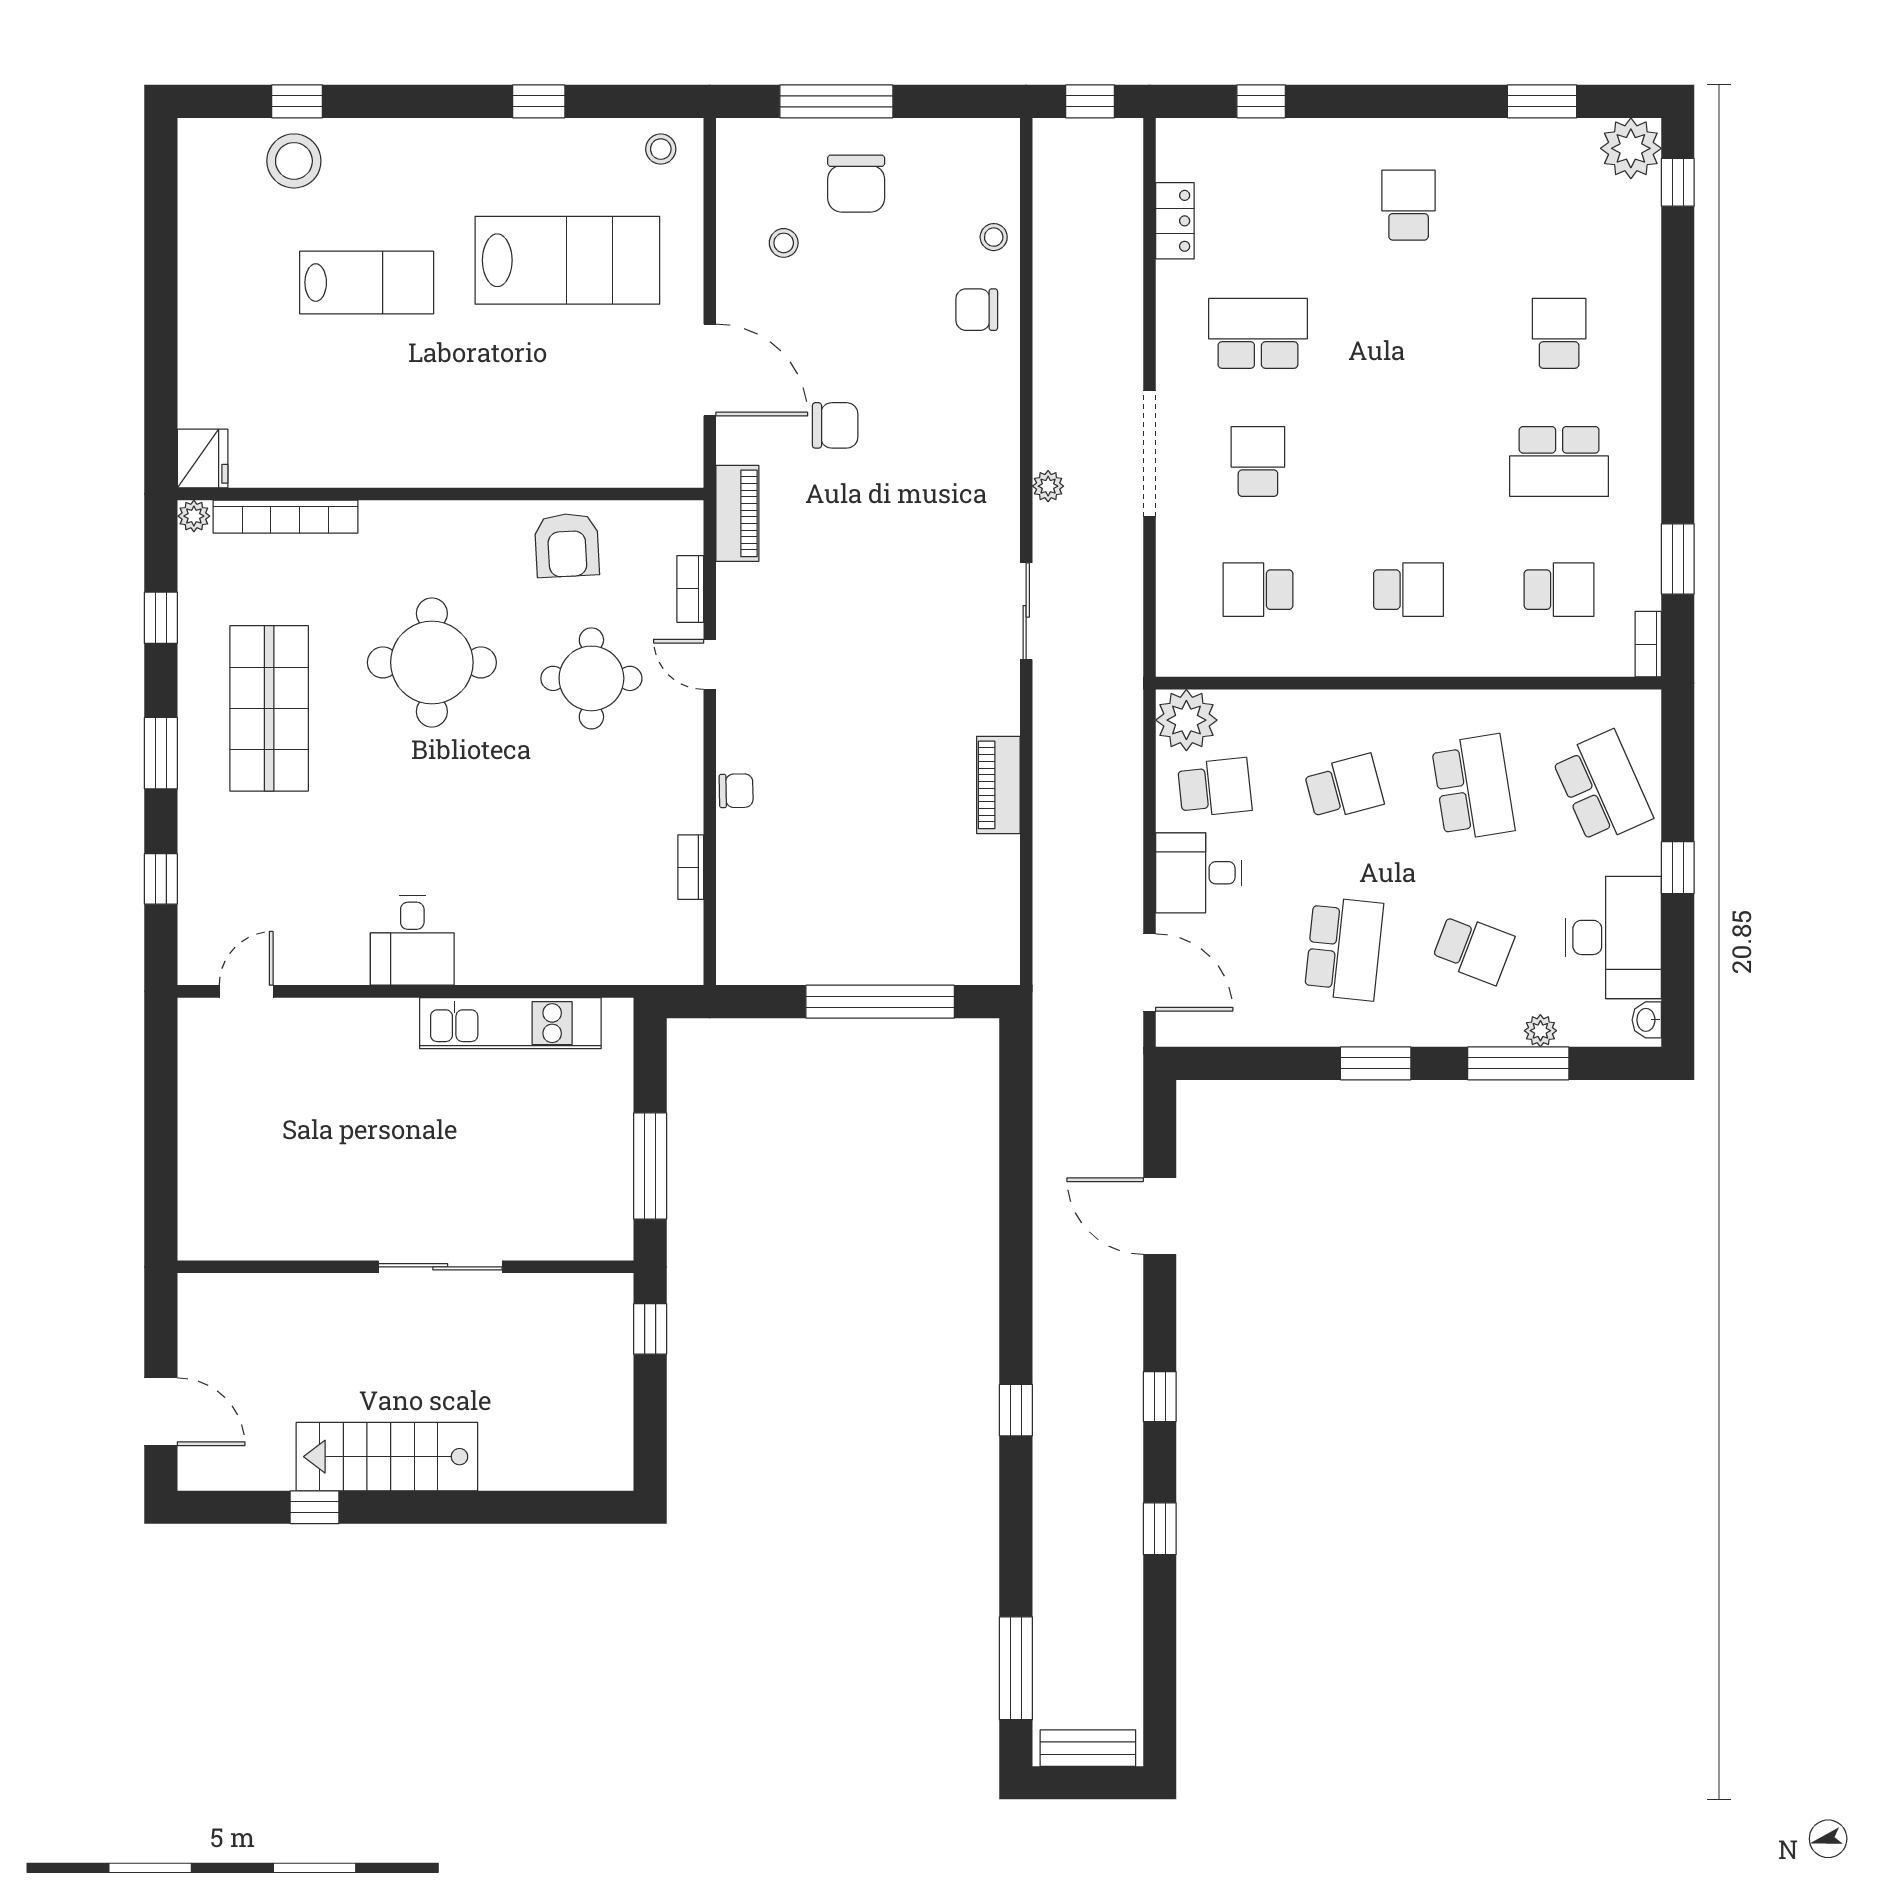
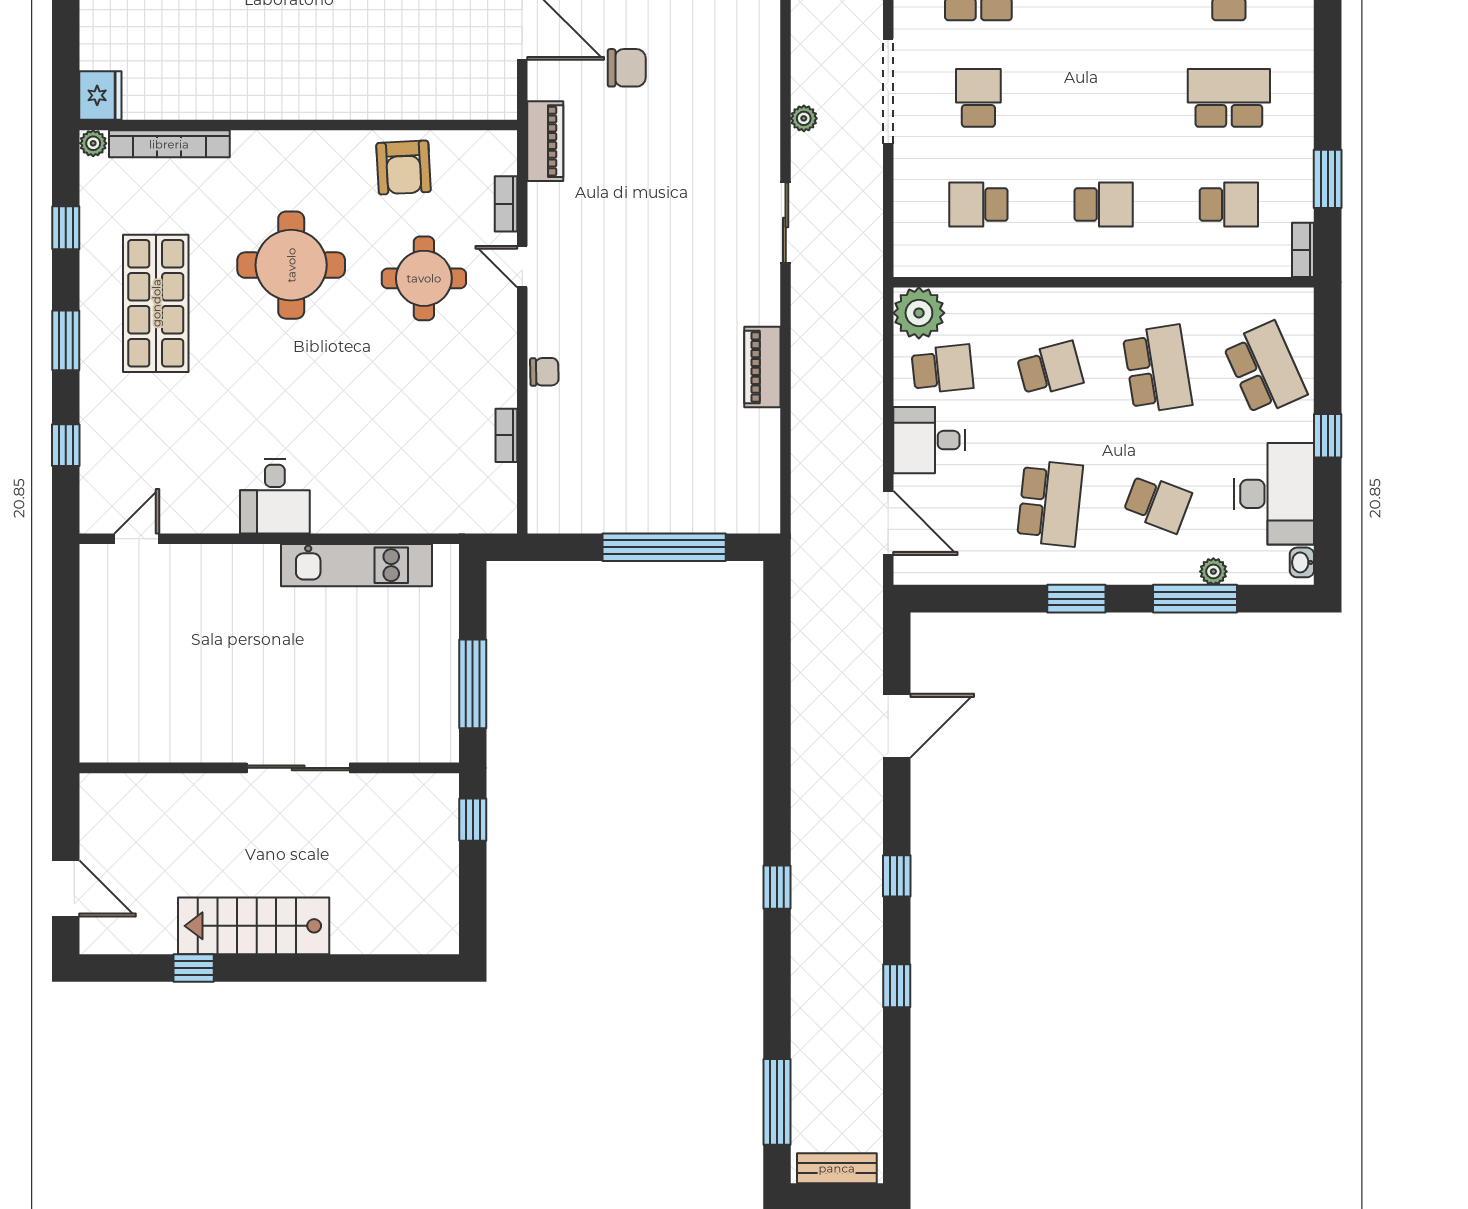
school desk: (1559, 461) -> (1229, 98), turned 180
door: (1160, 1216) -> (897, 726), swing flipped

